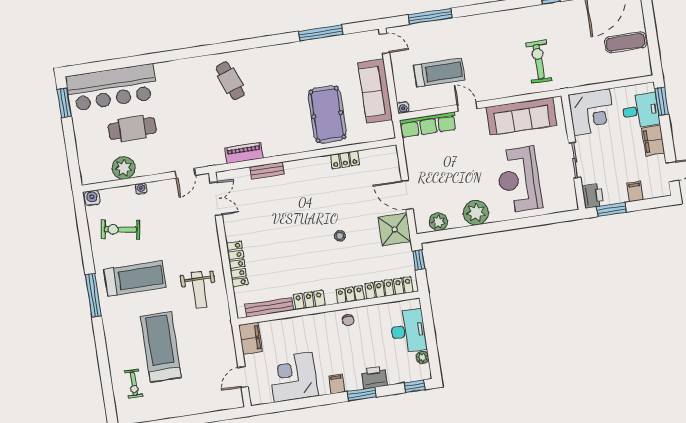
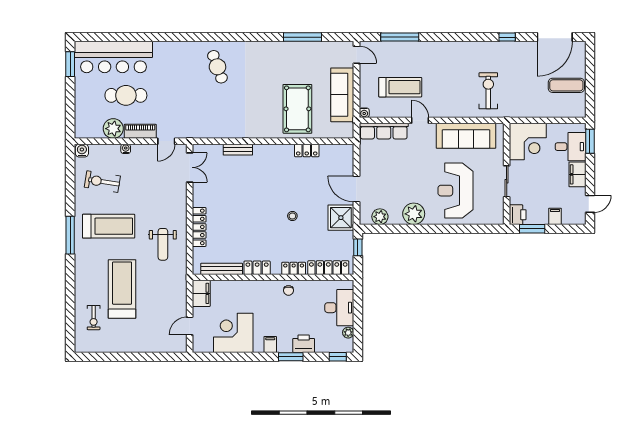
piano: (244, 153) -> (140, 131), moved

